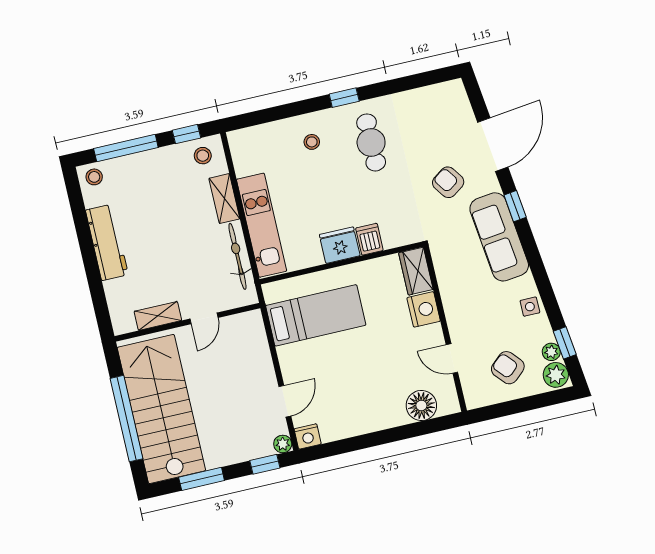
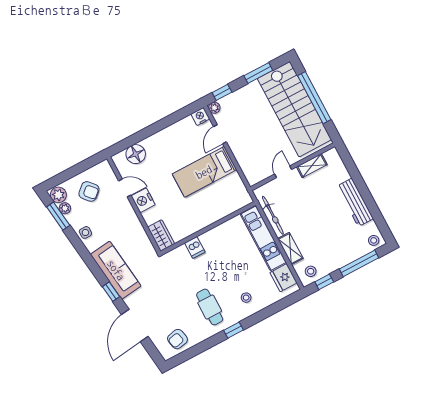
armchair: (448, 182) -> (178, 339), moved, turned 113
fridge: (340, 245) -> (284, 278), moved, turned 90
nightstand: (424, 309) -> (143, 200), moved
bed: (316, 315) -> (204, 172), moved
window: (565, 343) -> (58, 216), width x1.50

